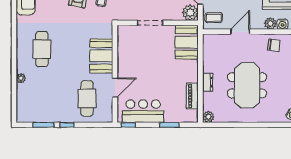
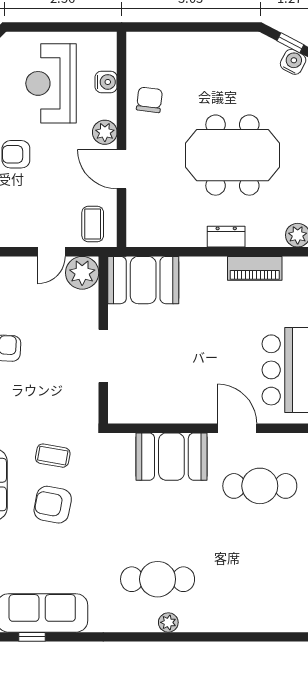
plant: (270, 24) -> (105, 132), moved
plant: (21, 78) -> (168, 622), moved

